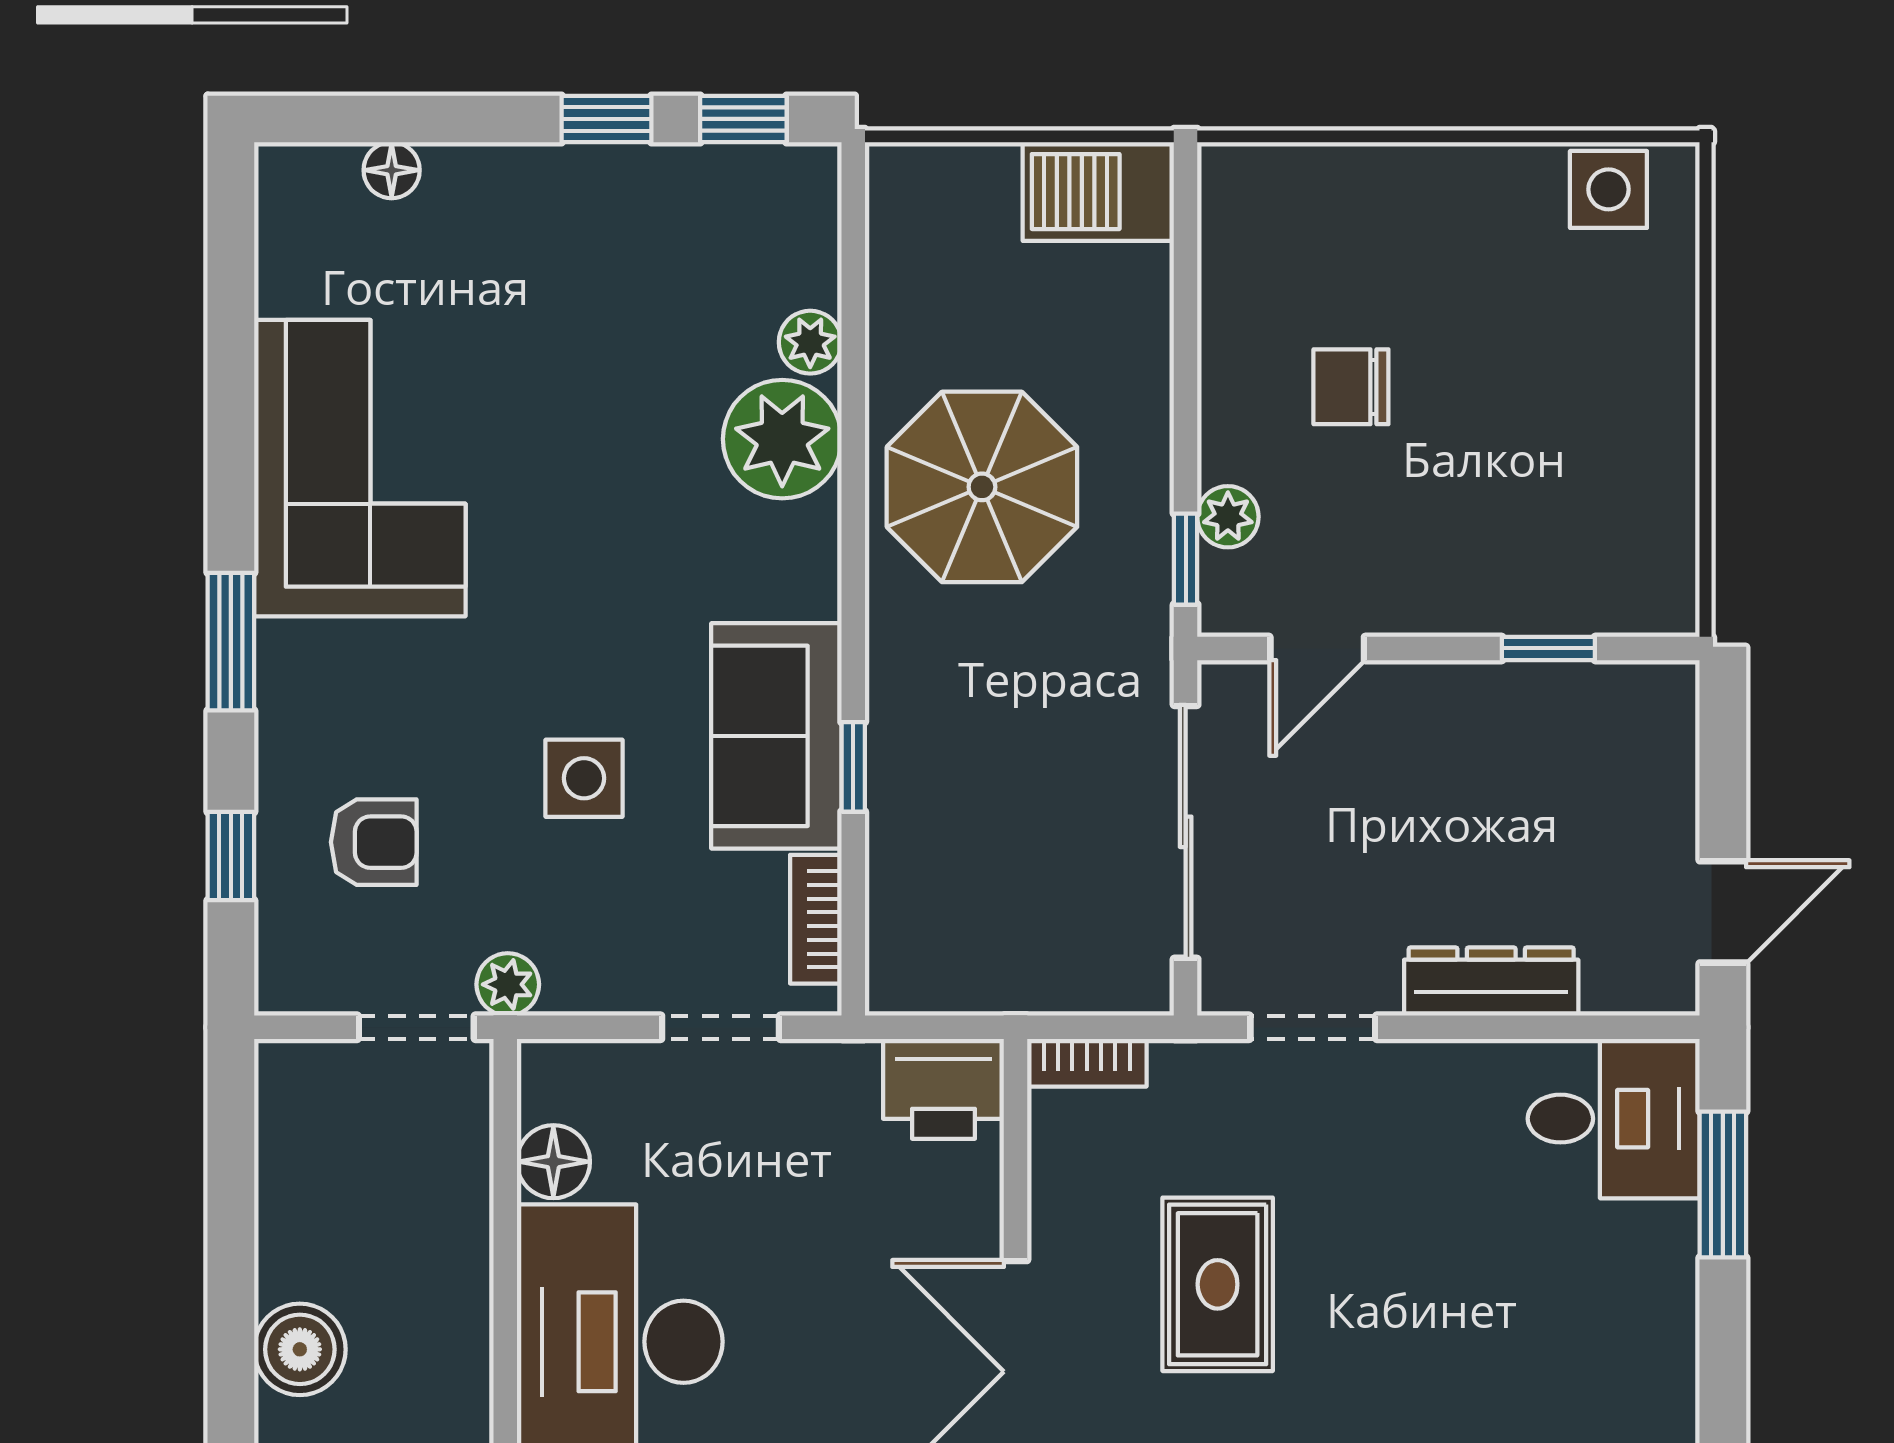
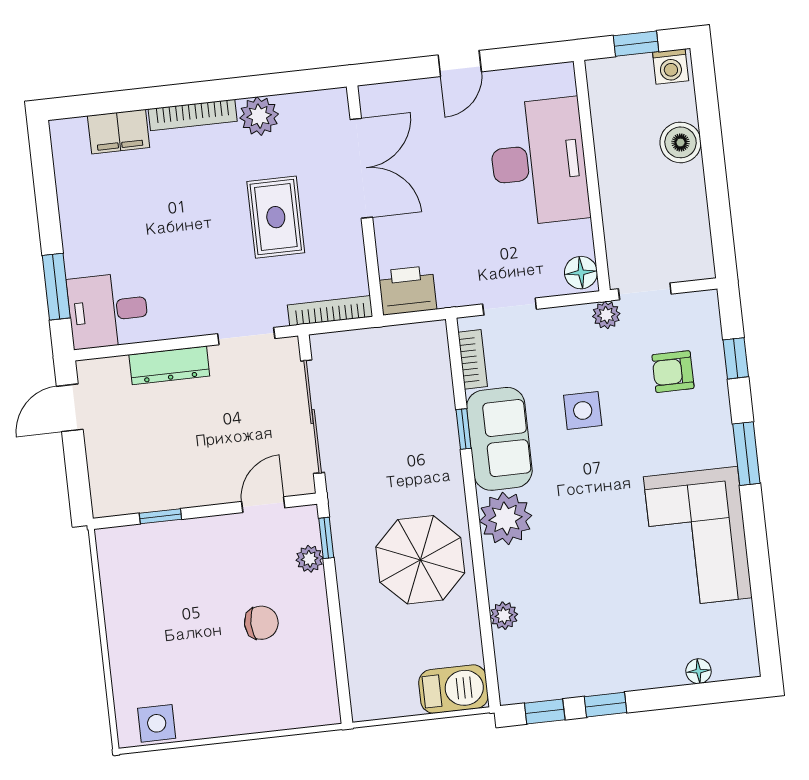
barbecue: (1098, 192) -> (453, 689), moved
plant: (782, 439) -> (506, 518), moved
bookcase: (1087, 1063) -> (330, 311), width x1.56
floor lamp: (553, 1162) -> (581, 273), moved

